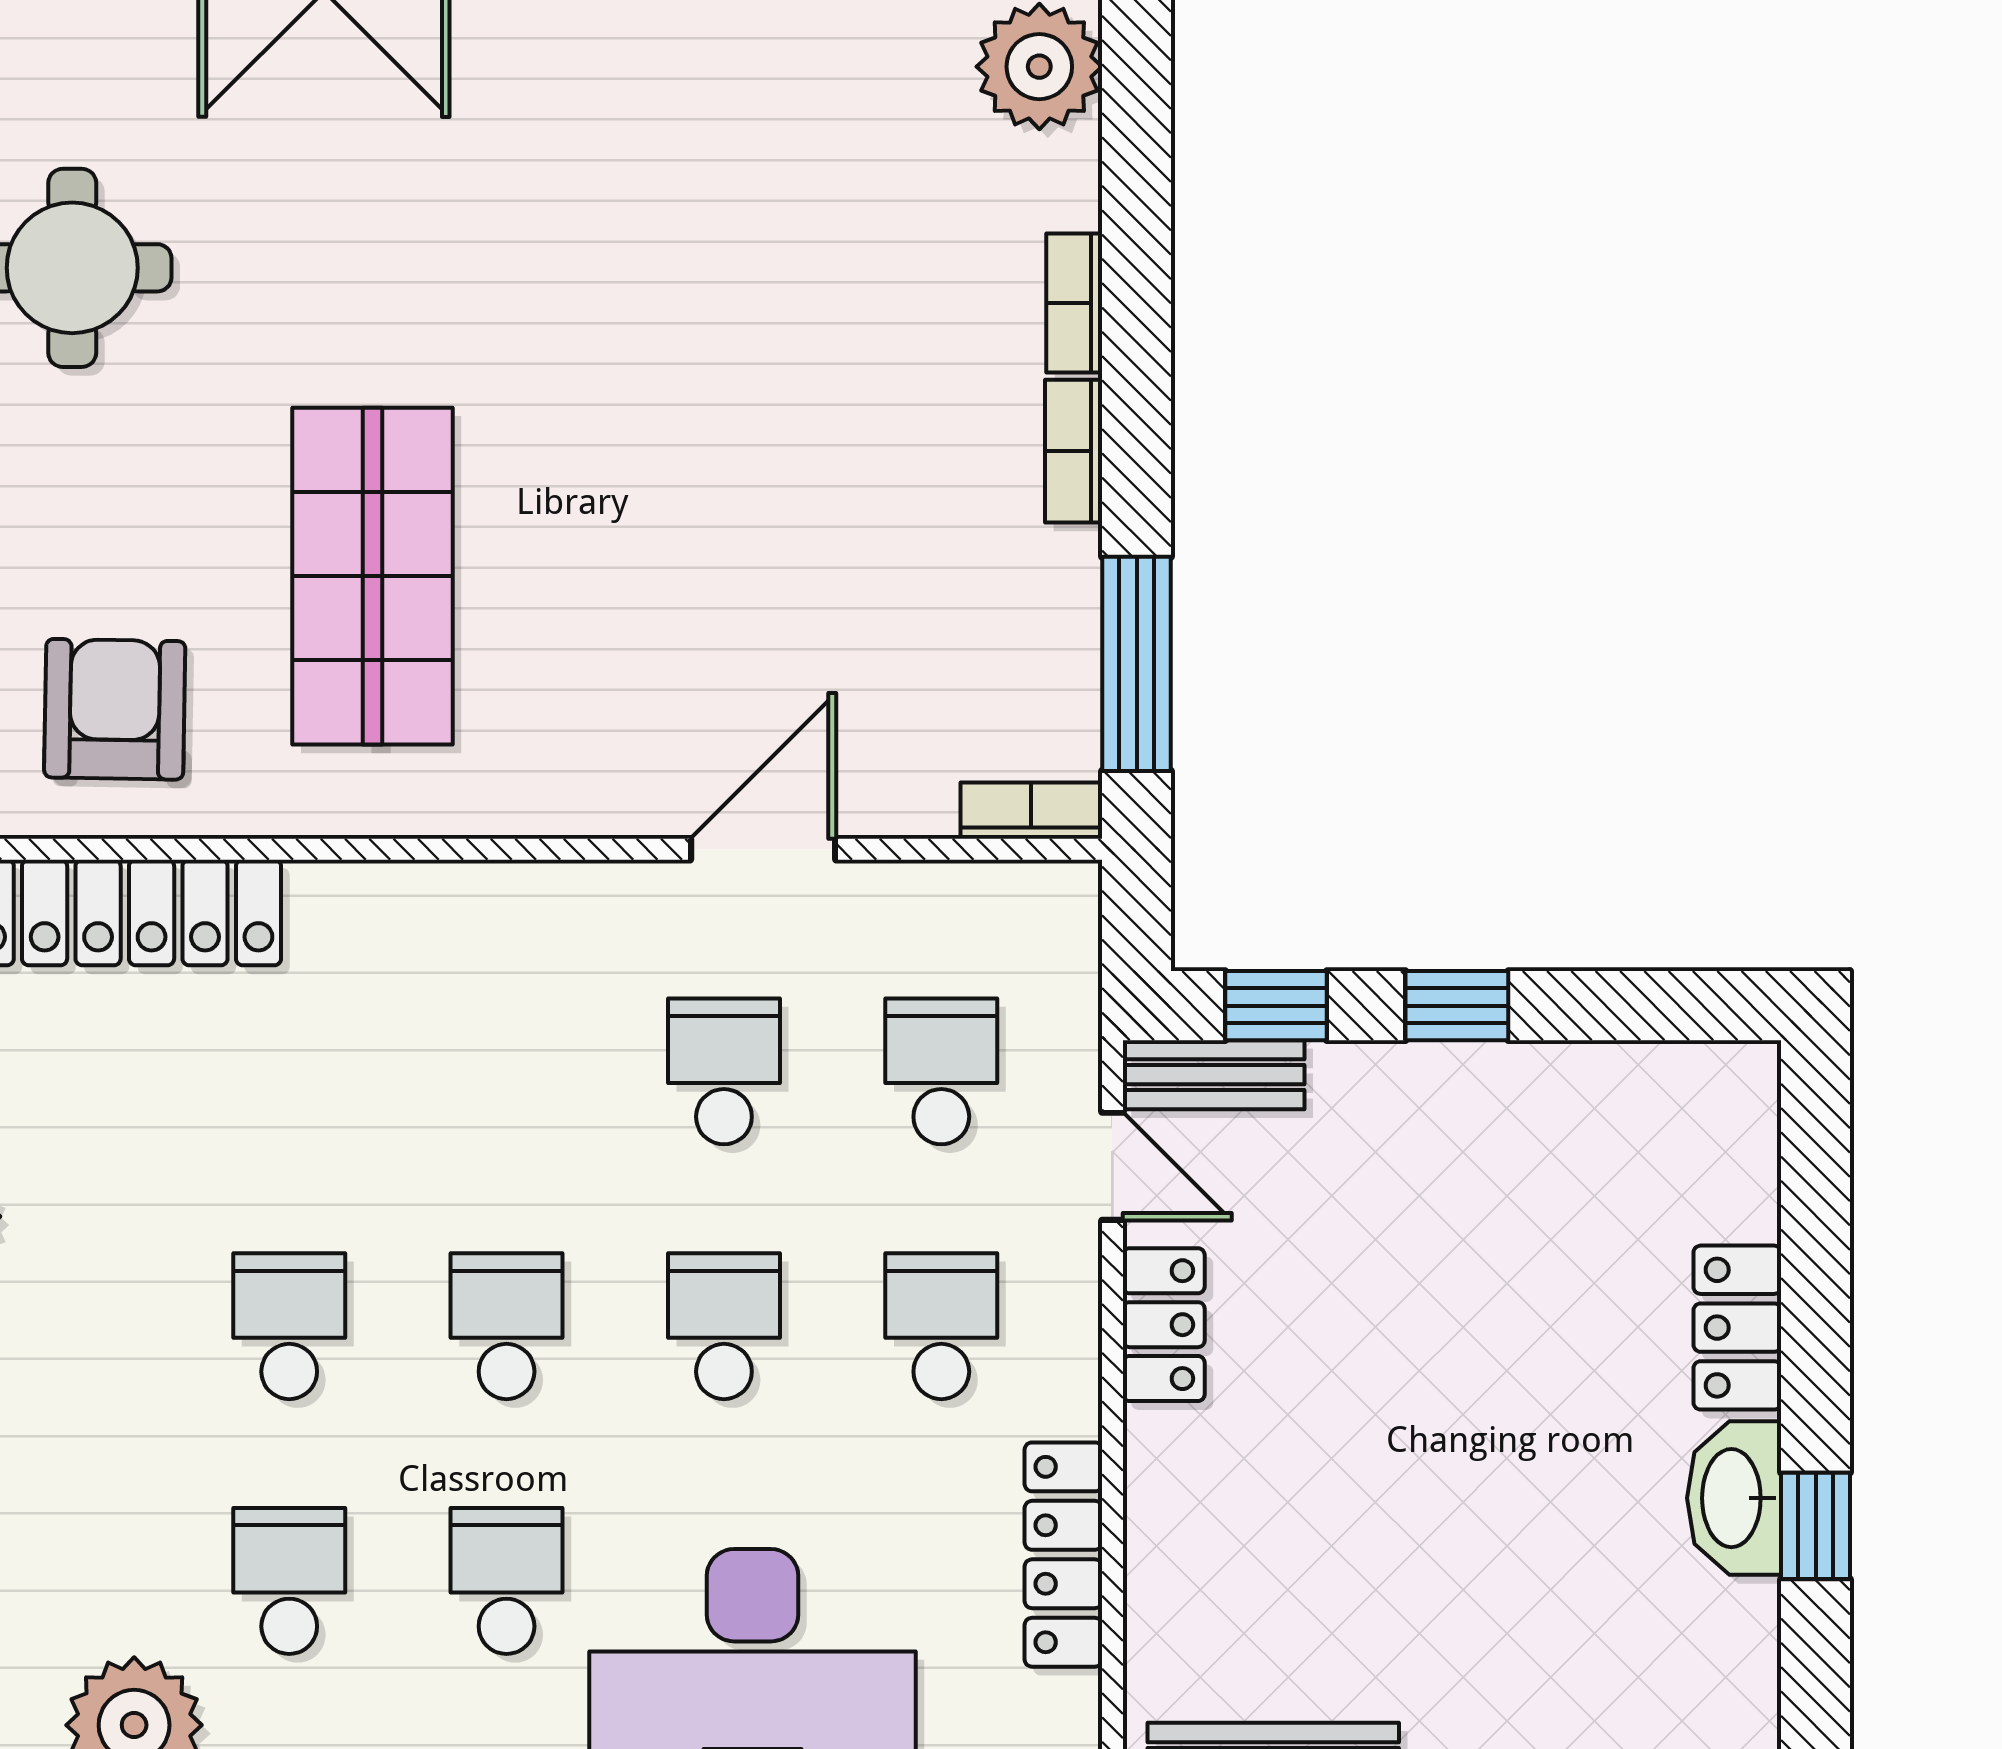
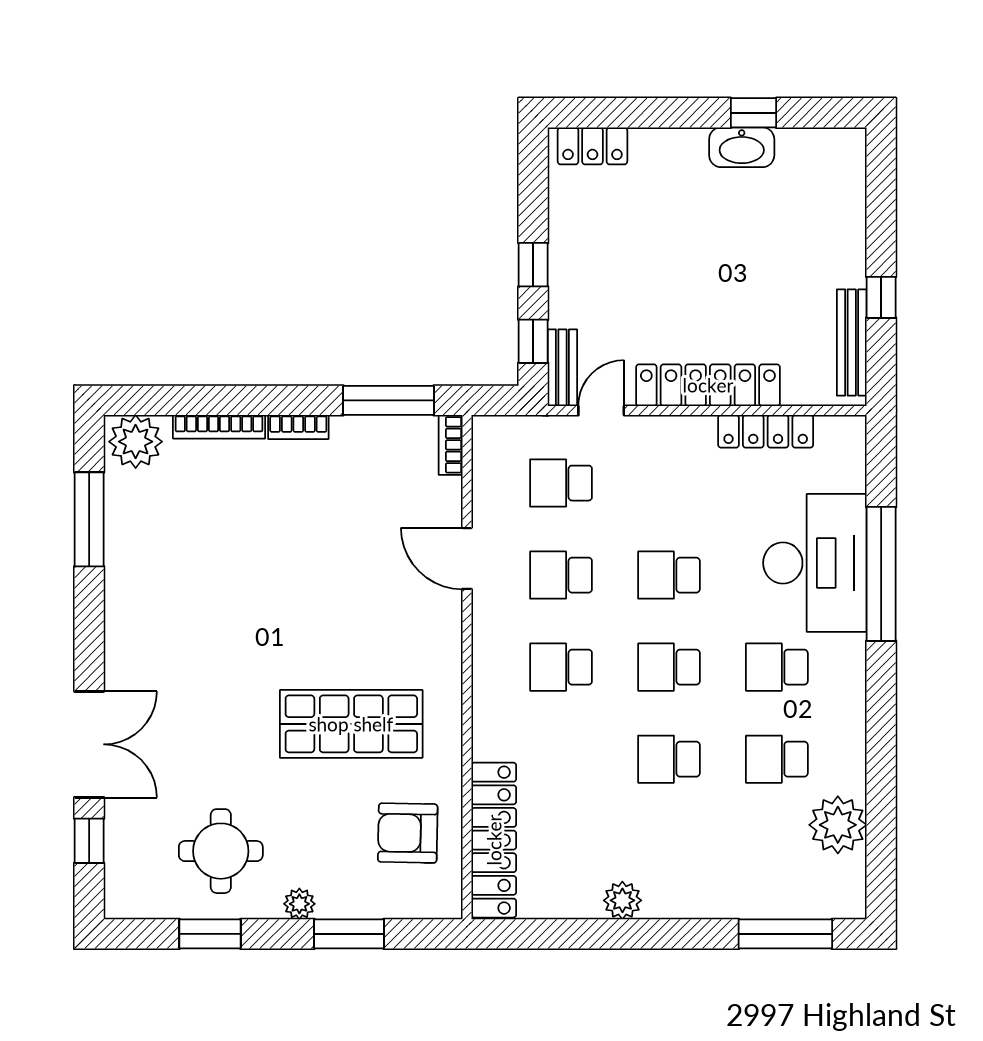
bookcase: (1074, 303) -> (219, 427), width x1.56
locker: (1164, 1325) -> (708, 385), width x2.16, depth x1.21
school desk: (941, 1326) -> (561, 667), moved
locker: (1737, 1328) -> (592, 146), moved

